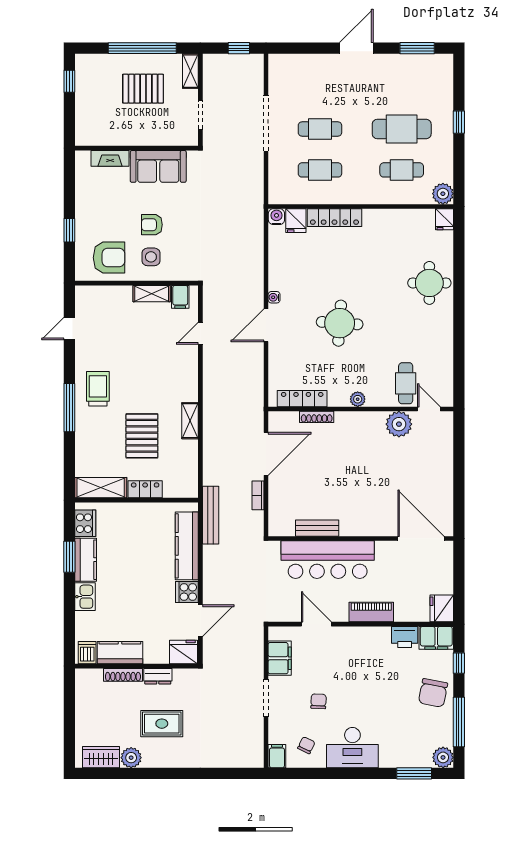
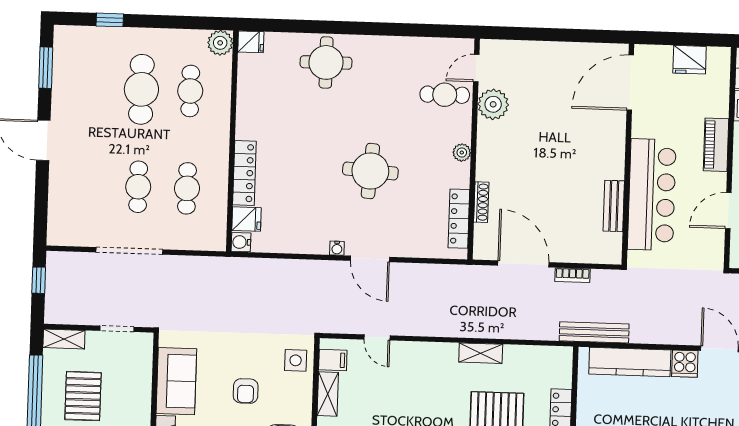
window: (459, 122) -> (110, 20), moved
side table: (151, 257) -> (296, 360), moved
fridge: (442, 608) -> (690, 60), moved

